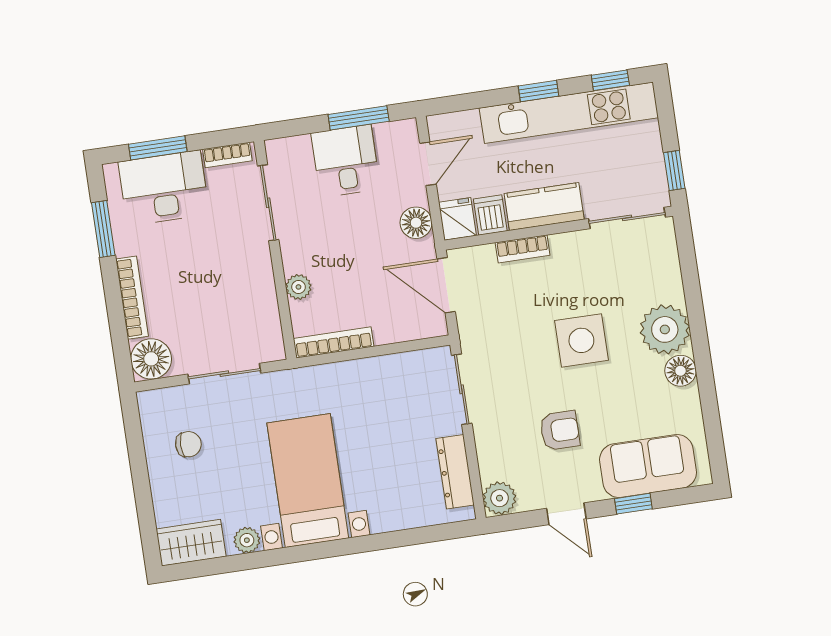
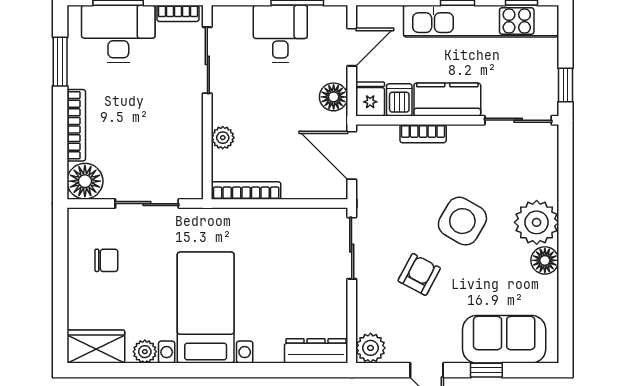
side table: (581, 340) -> (462, 221), turned 30
armchair: (560, 430) -> (419, 274), moved, turned -62
dresser: (455, 472) -> (316, 351), moved, turned 90

